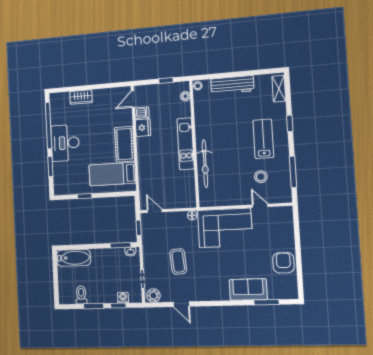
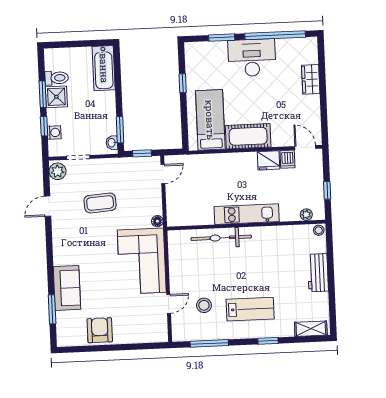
workbench: (232, 85) -> (318, 273), width x0.73
armchair: (283, 263) -> (100, 330), turned -90
shower: (96, 295) -> (56, 97), added

